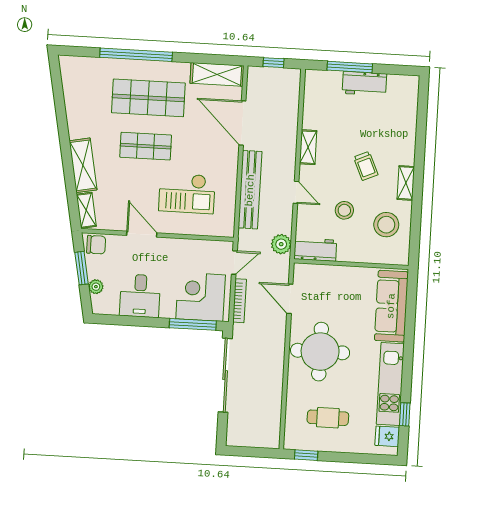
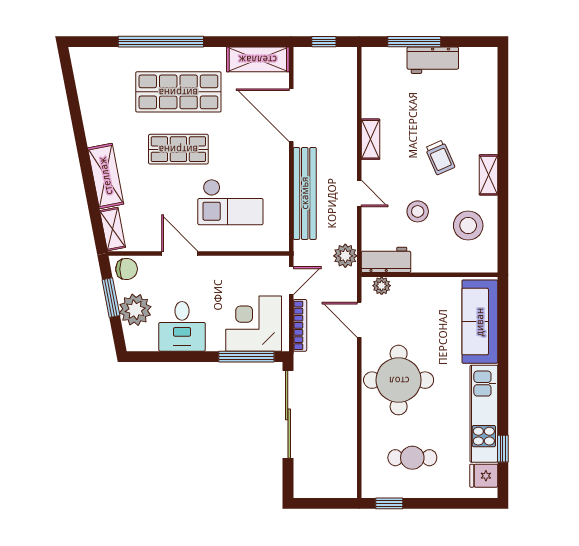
plant: (310, 271) -> (382, 286), added
plant: (96, 287) -> (135, 310), width x1.87, depth x1.87

